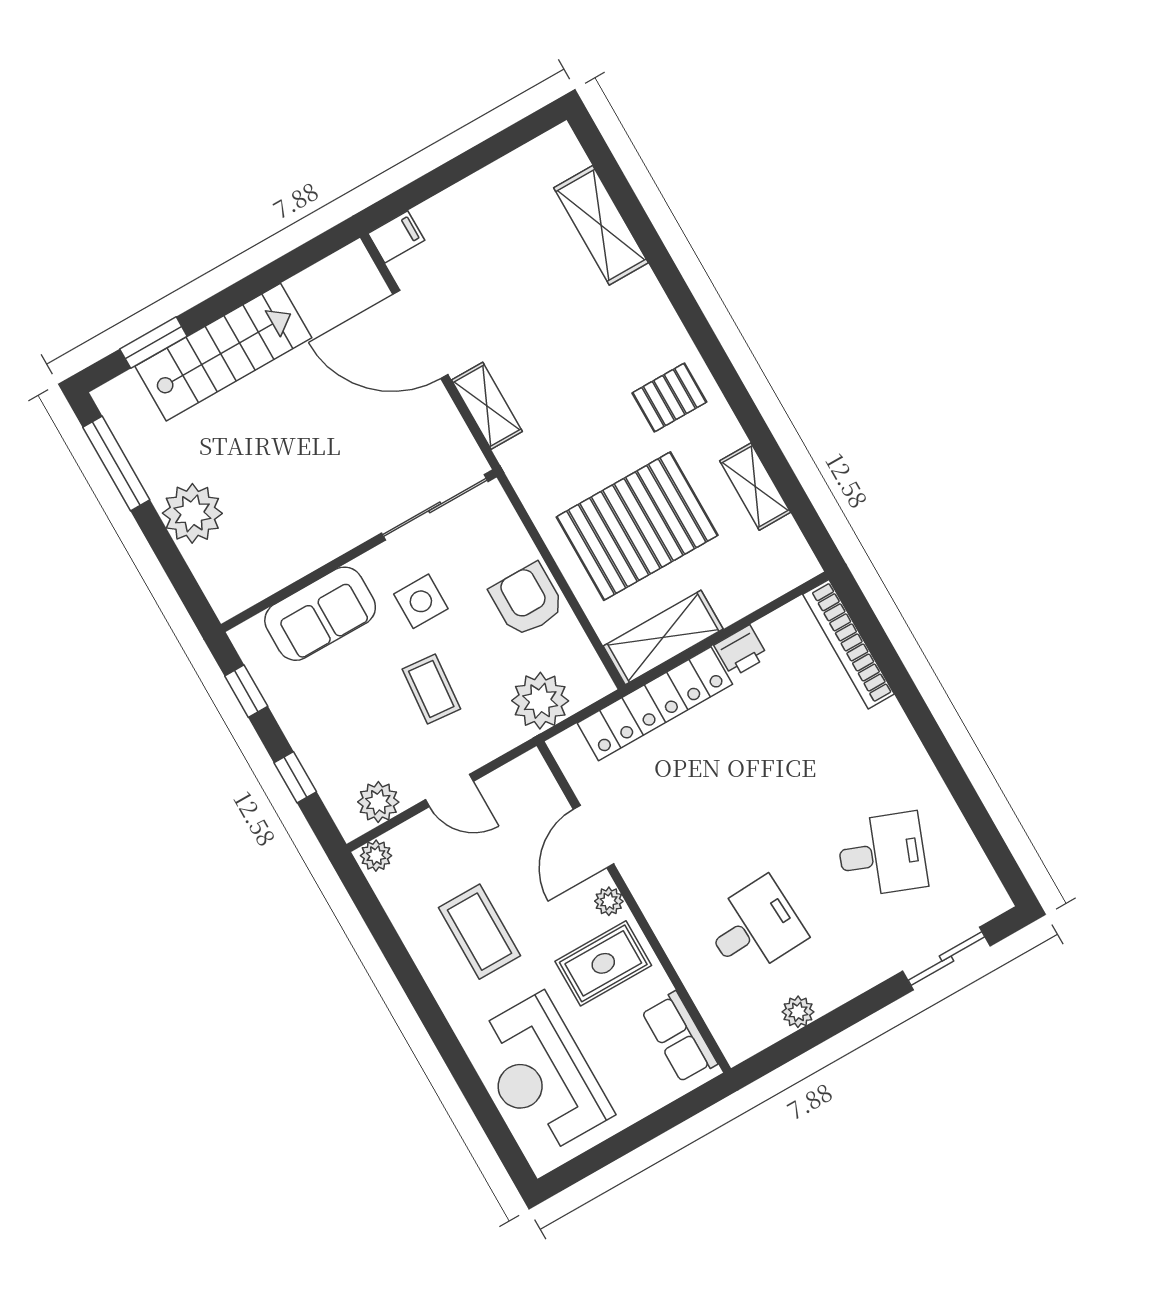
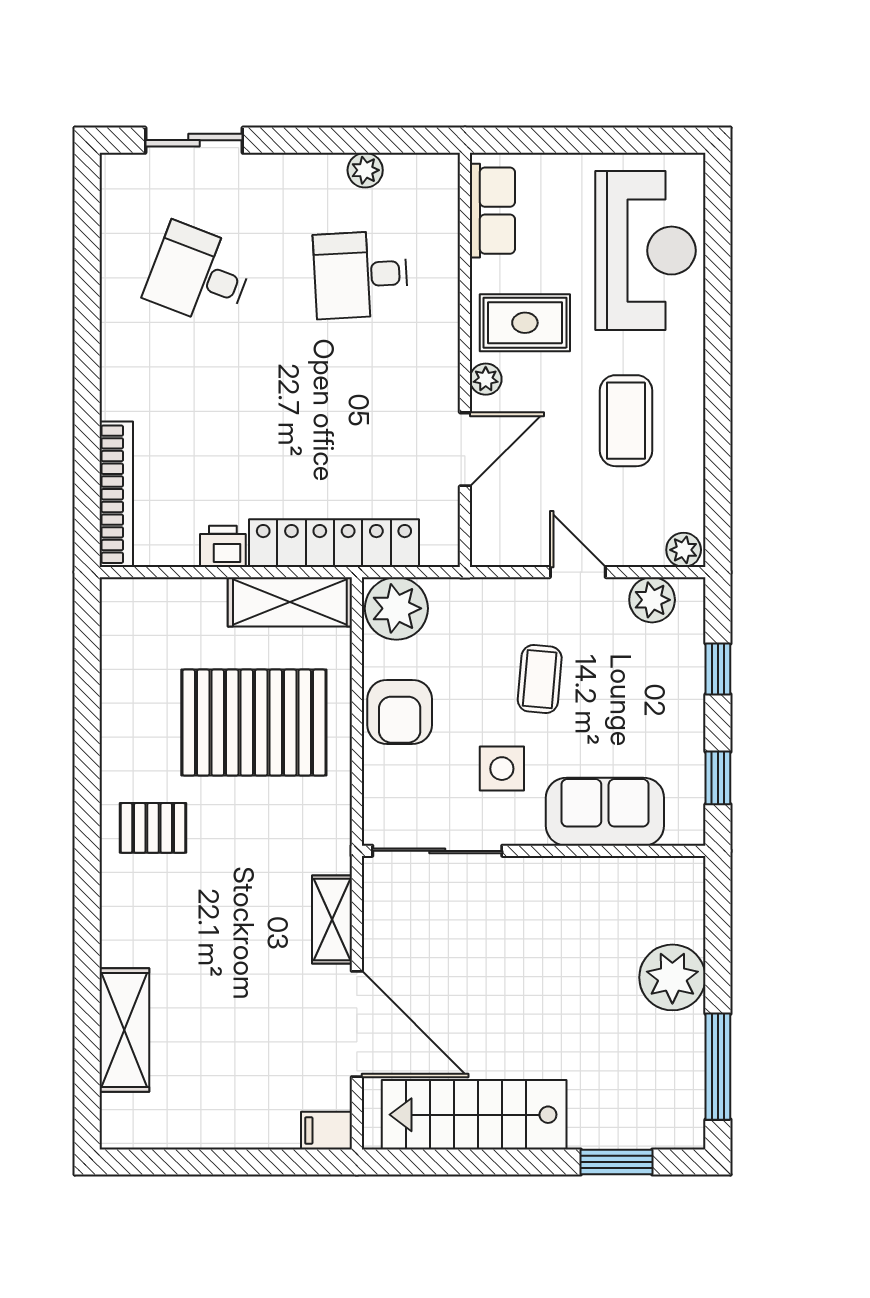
stairs: (223, 352) -> (474, 1115), moved
shelving: (755, 487) -> (120, 696), removed
plant: (540, 701) -> (396, 608), moved

